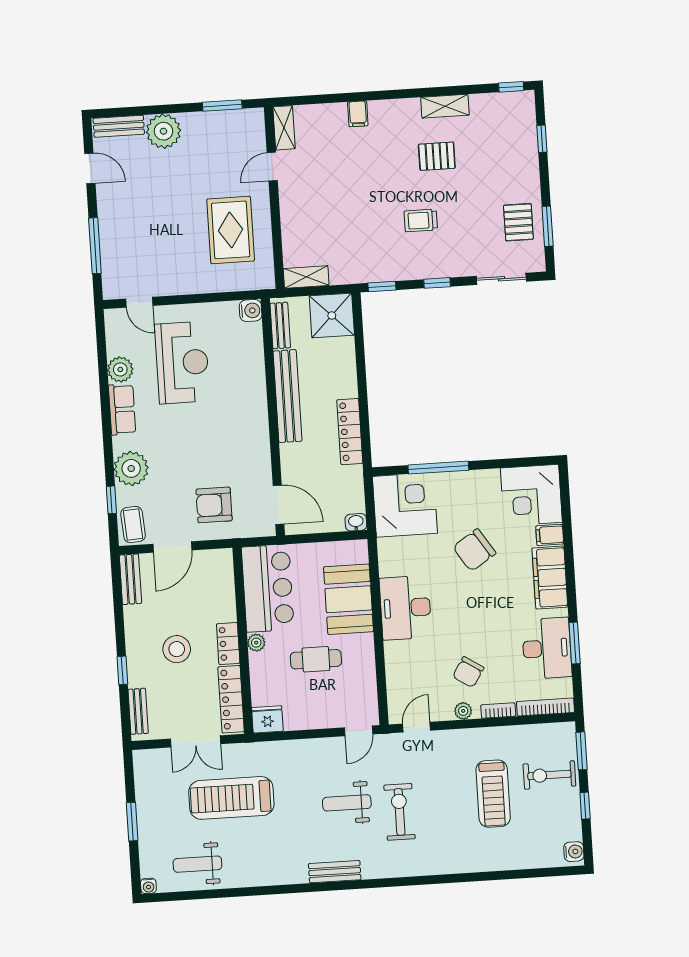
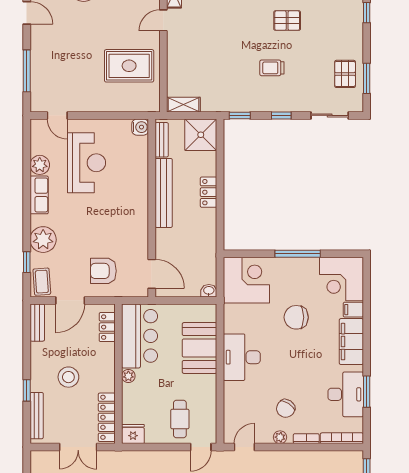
rug: (231, 230) -> (129, 66), turned 90
locker: (350, 432) -> (209, 192), moved, width x0.66
window: (438, 468) -> (298, 254), moved
chair: (474, 550) -> (296, 317), turned 33
locker: (228, 644) -> (107, 327), moved
cafe table: (316, 659) -> (180, 419), moved, turned 90
bench: (138, 711) -> (37, 416), width x1.36

